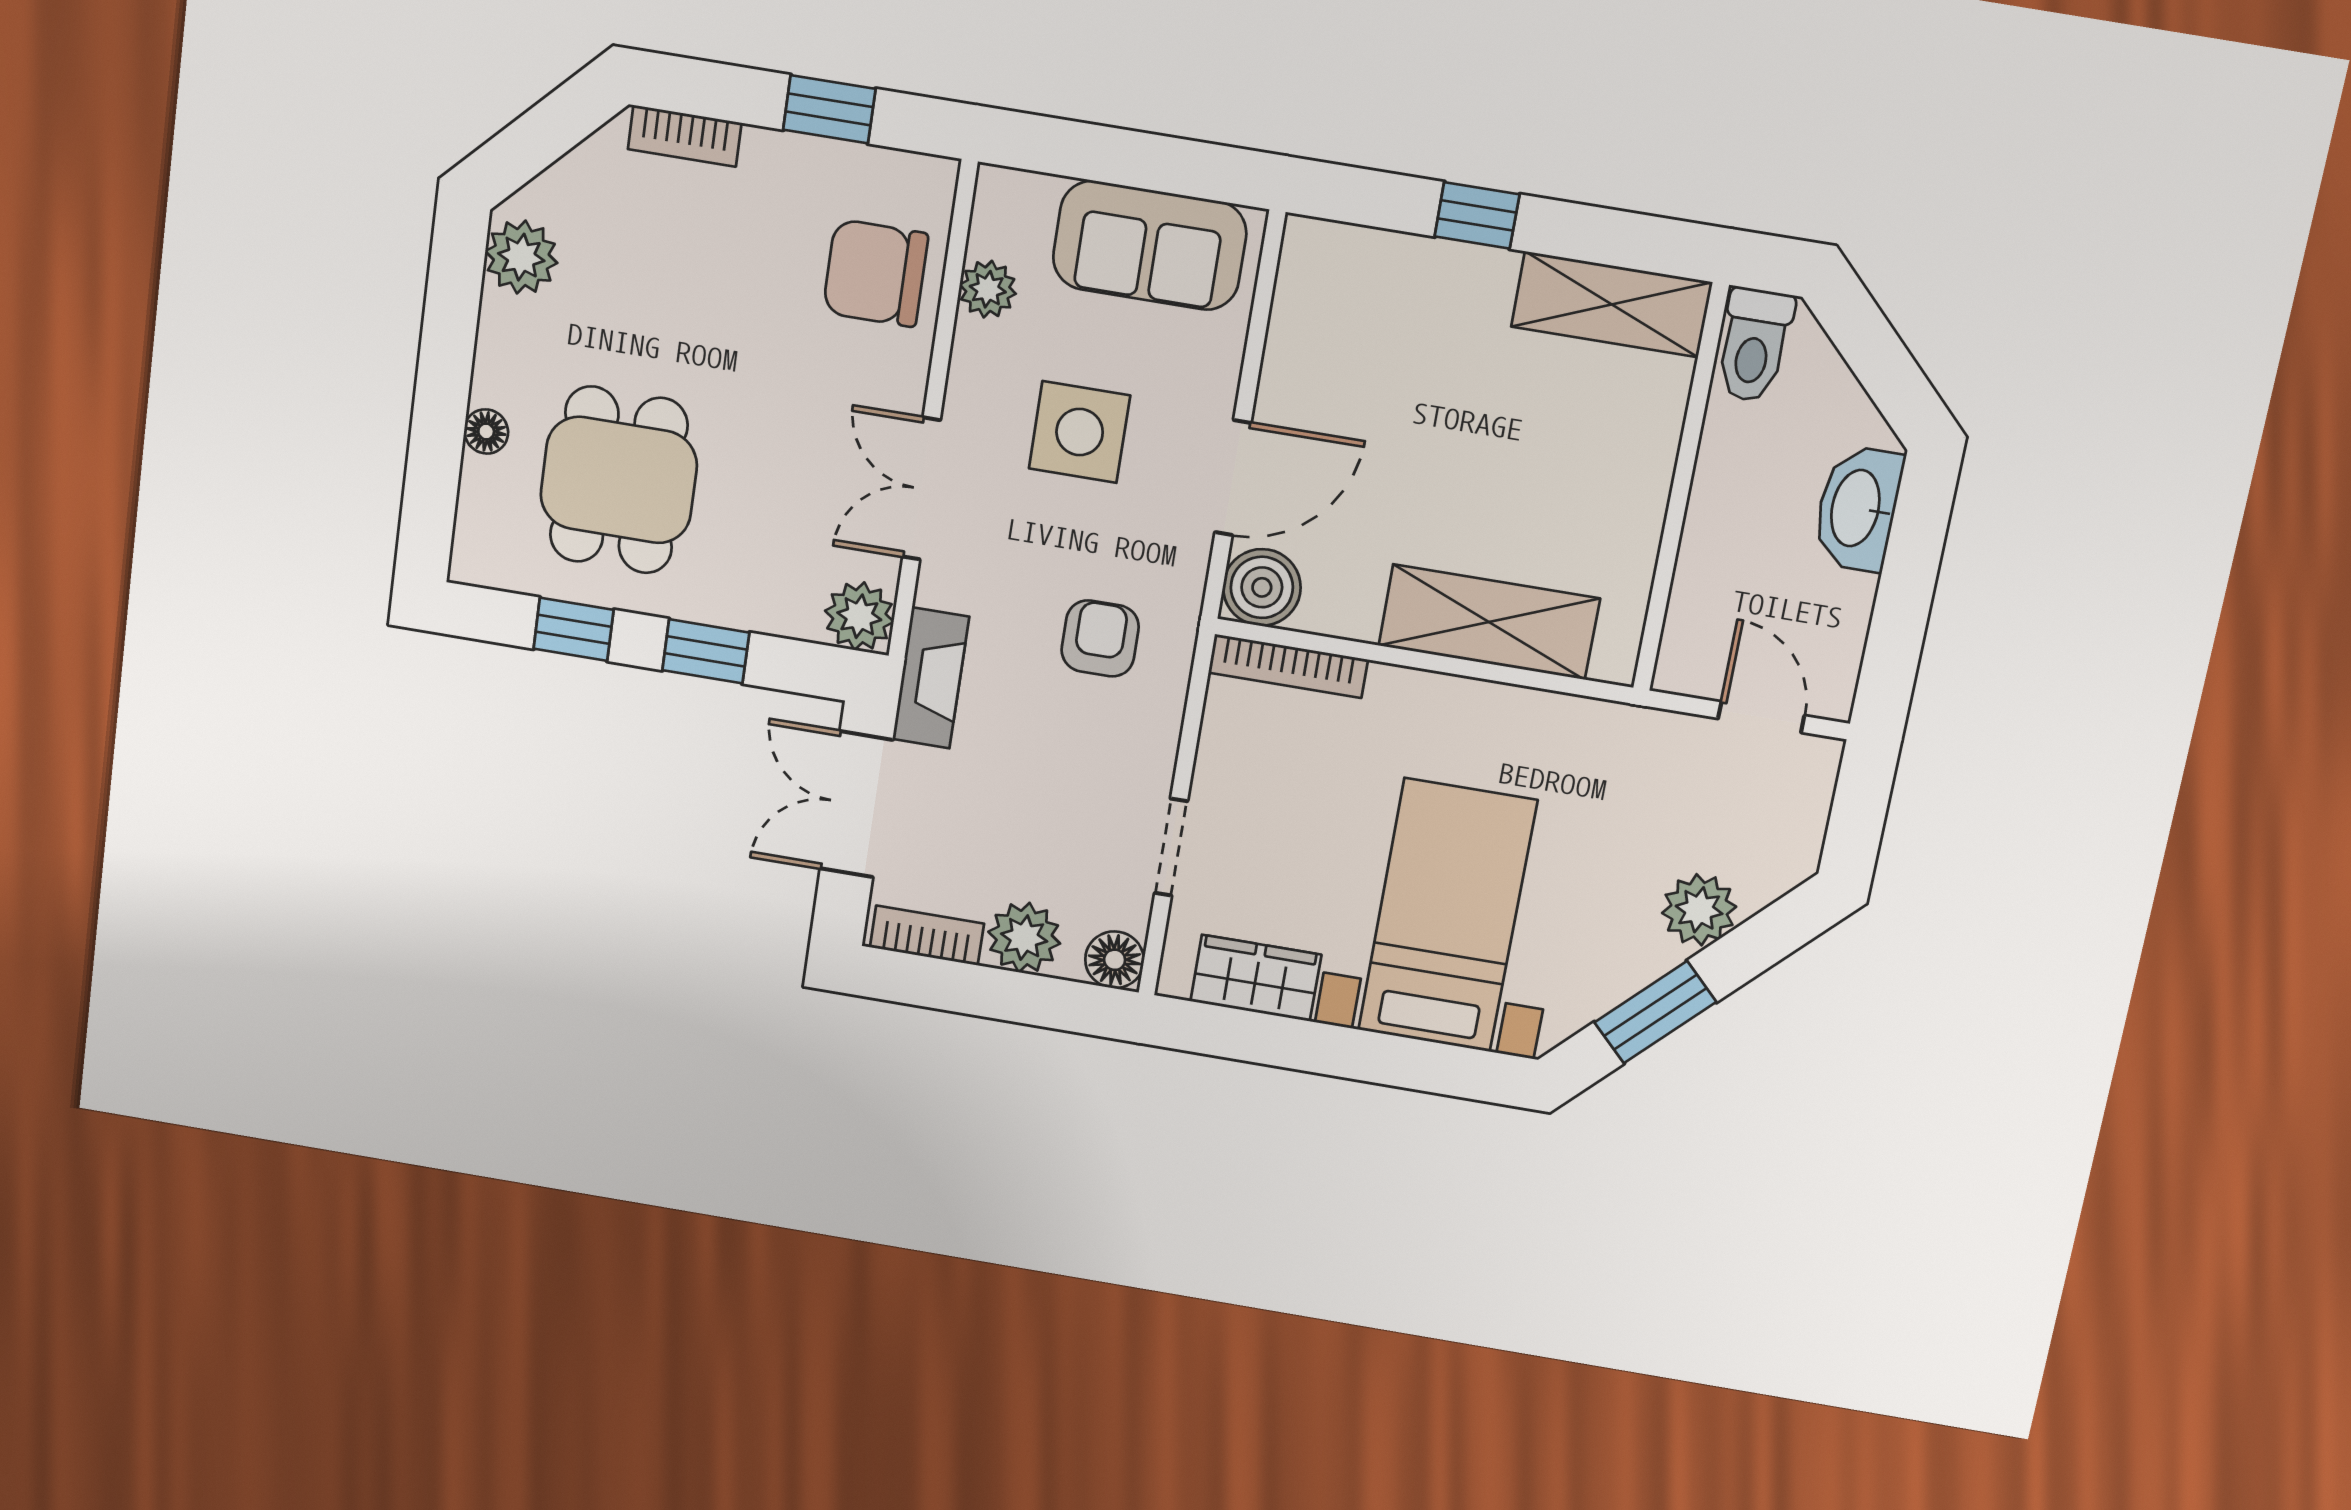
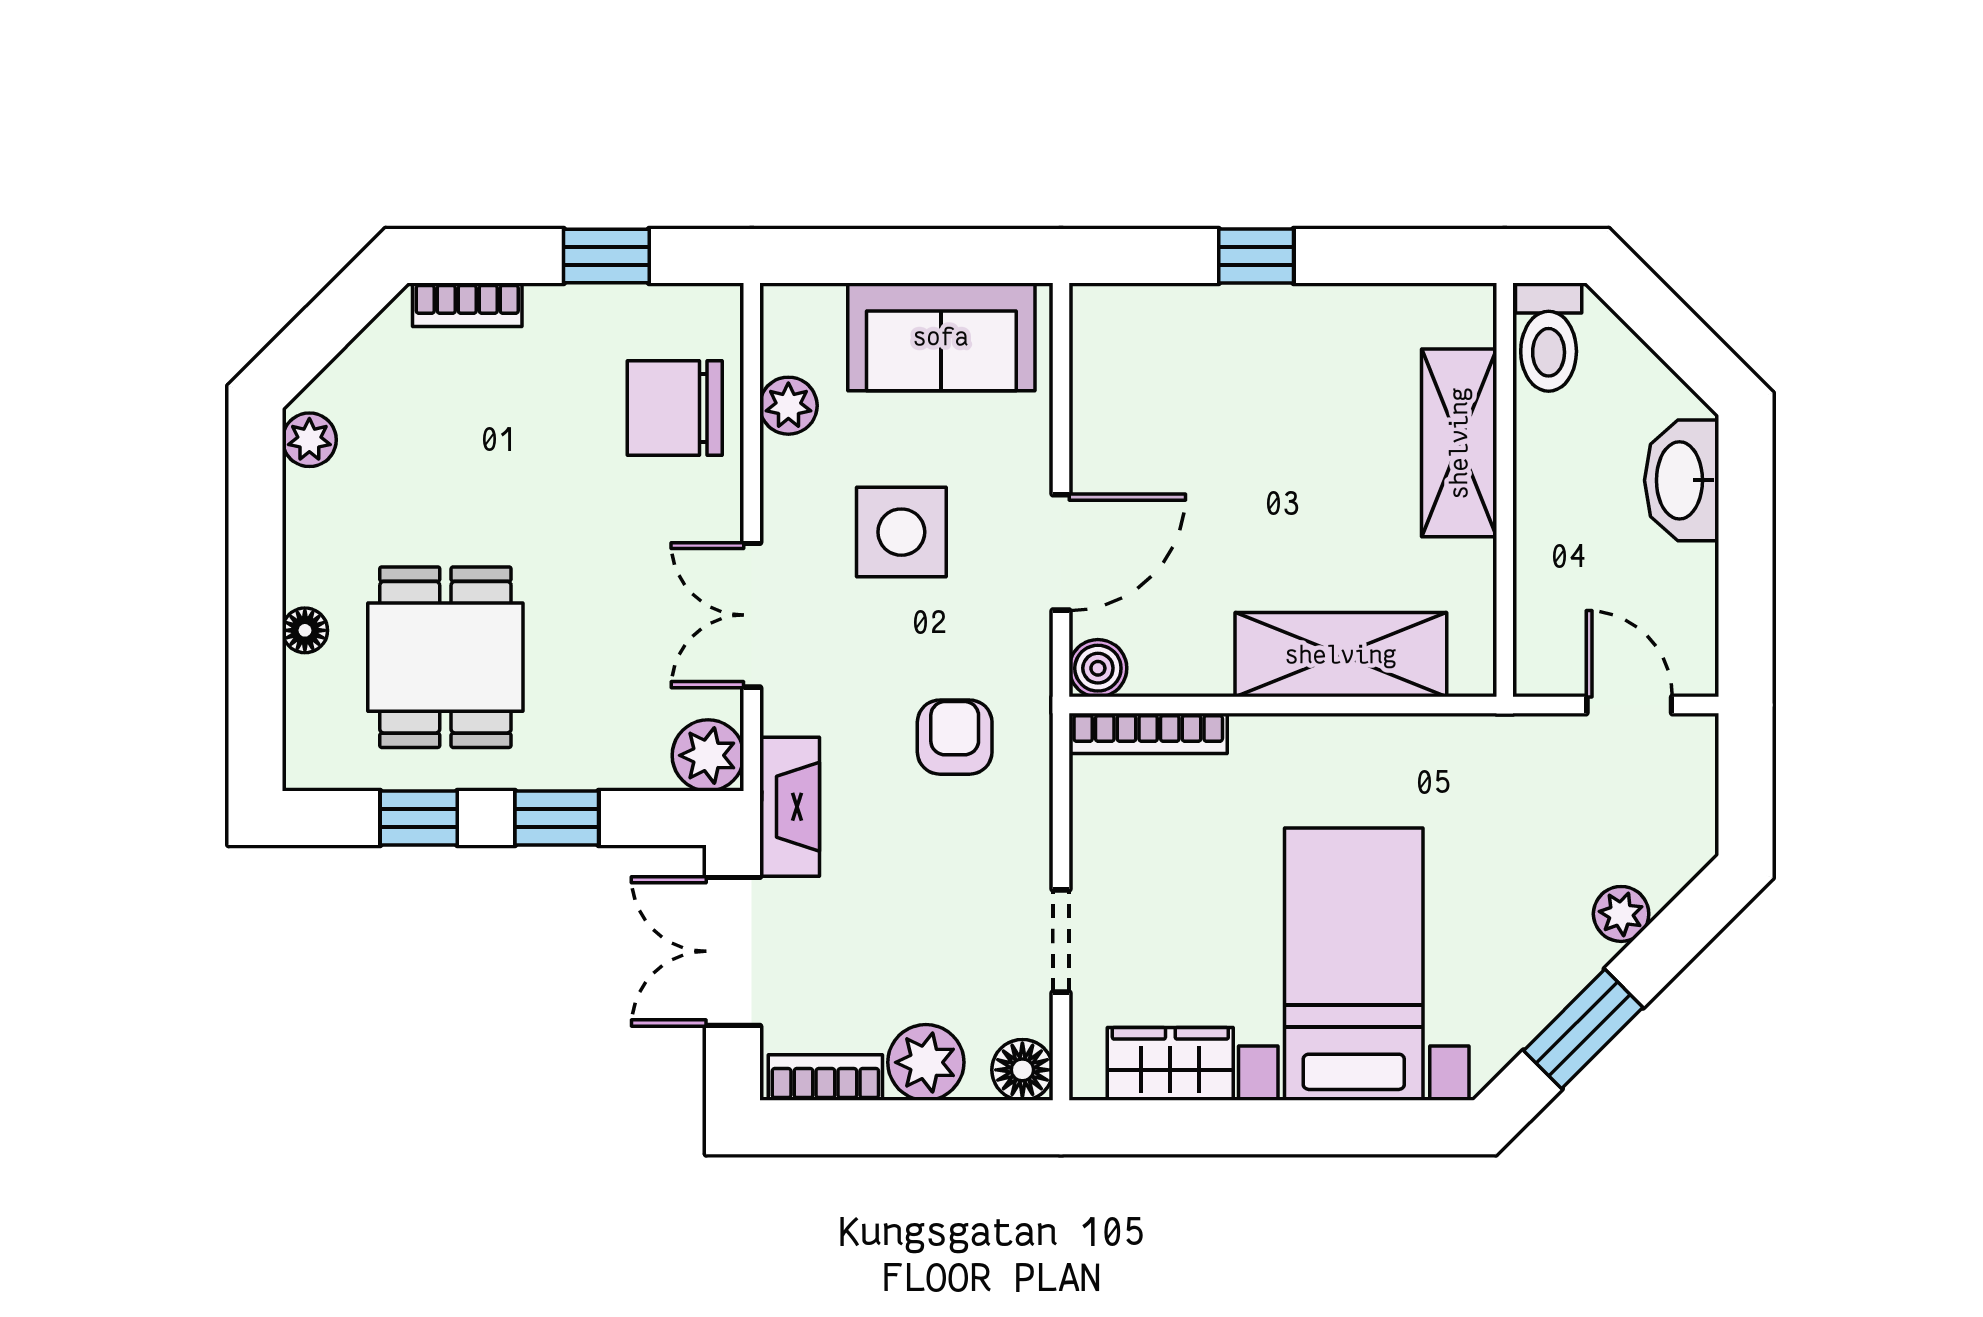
plant: (521, 257) -> (309, 440), width x0.73, depth x0.73
shelving: (1612, 304) -> (1459, 443), moved, turned 90
boiler: (1262, 587) -> (1098, 668), width x0.73, depth x0.73
plant: (1699, 910) -> (1621, 914), width x0.73, depth x0.73

